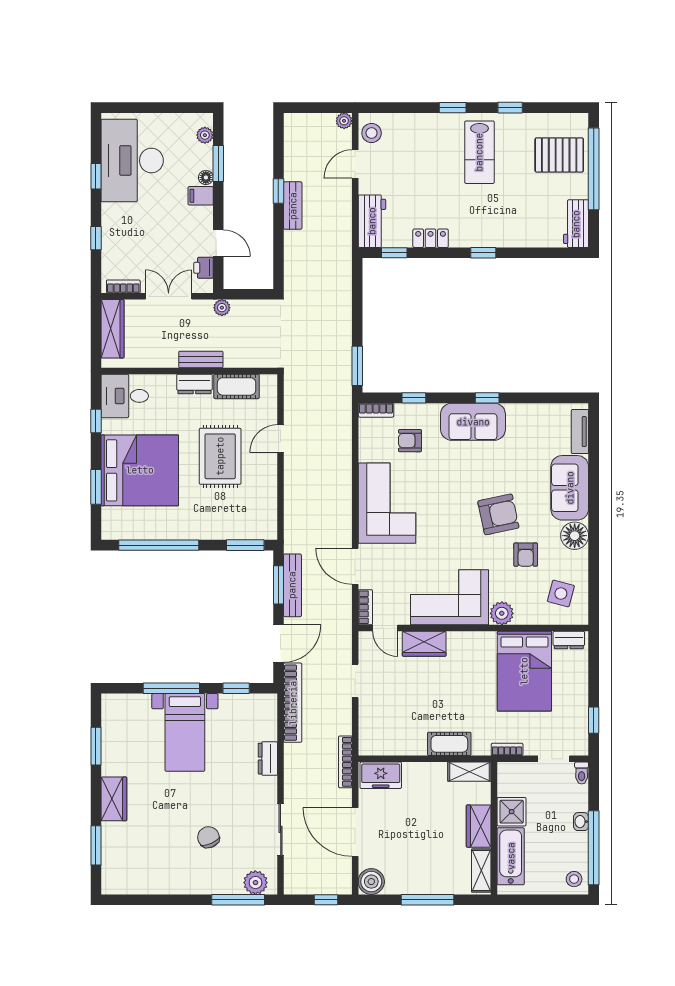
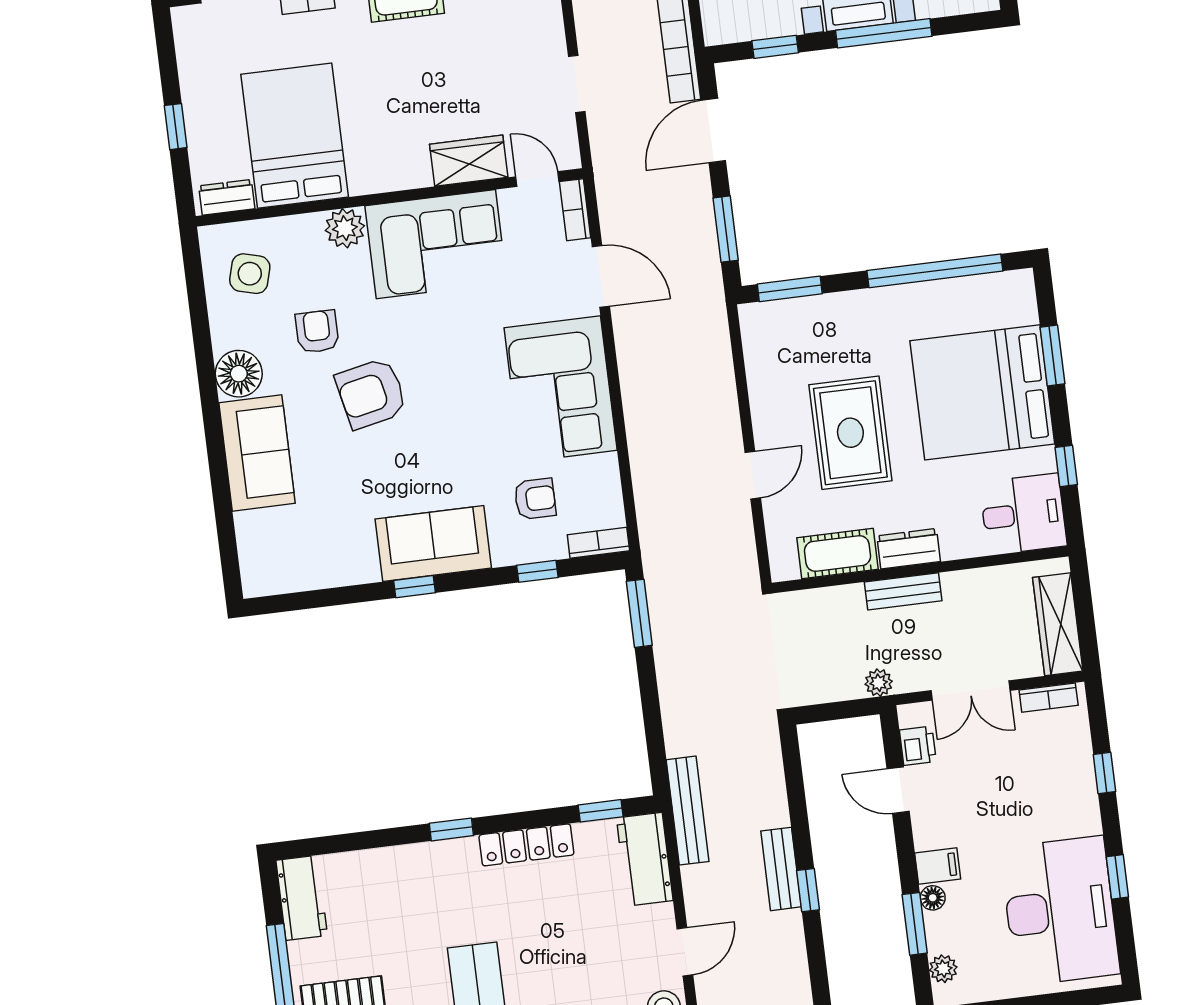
locker: (431, 238) -> (526, 845), width x1.53
tv unit: (580, 432) -> (252, 550), removed
bench: (292, 585) -> (688, 811), moved
window: (594, 720) -> (176, 127), moved

